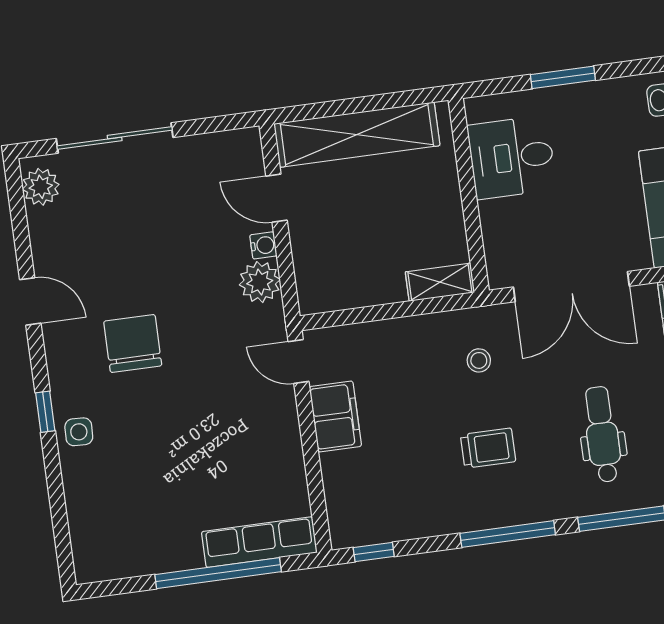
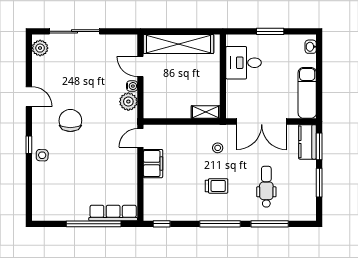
door: (299, 362) -> (140, 138), hinge flipped

